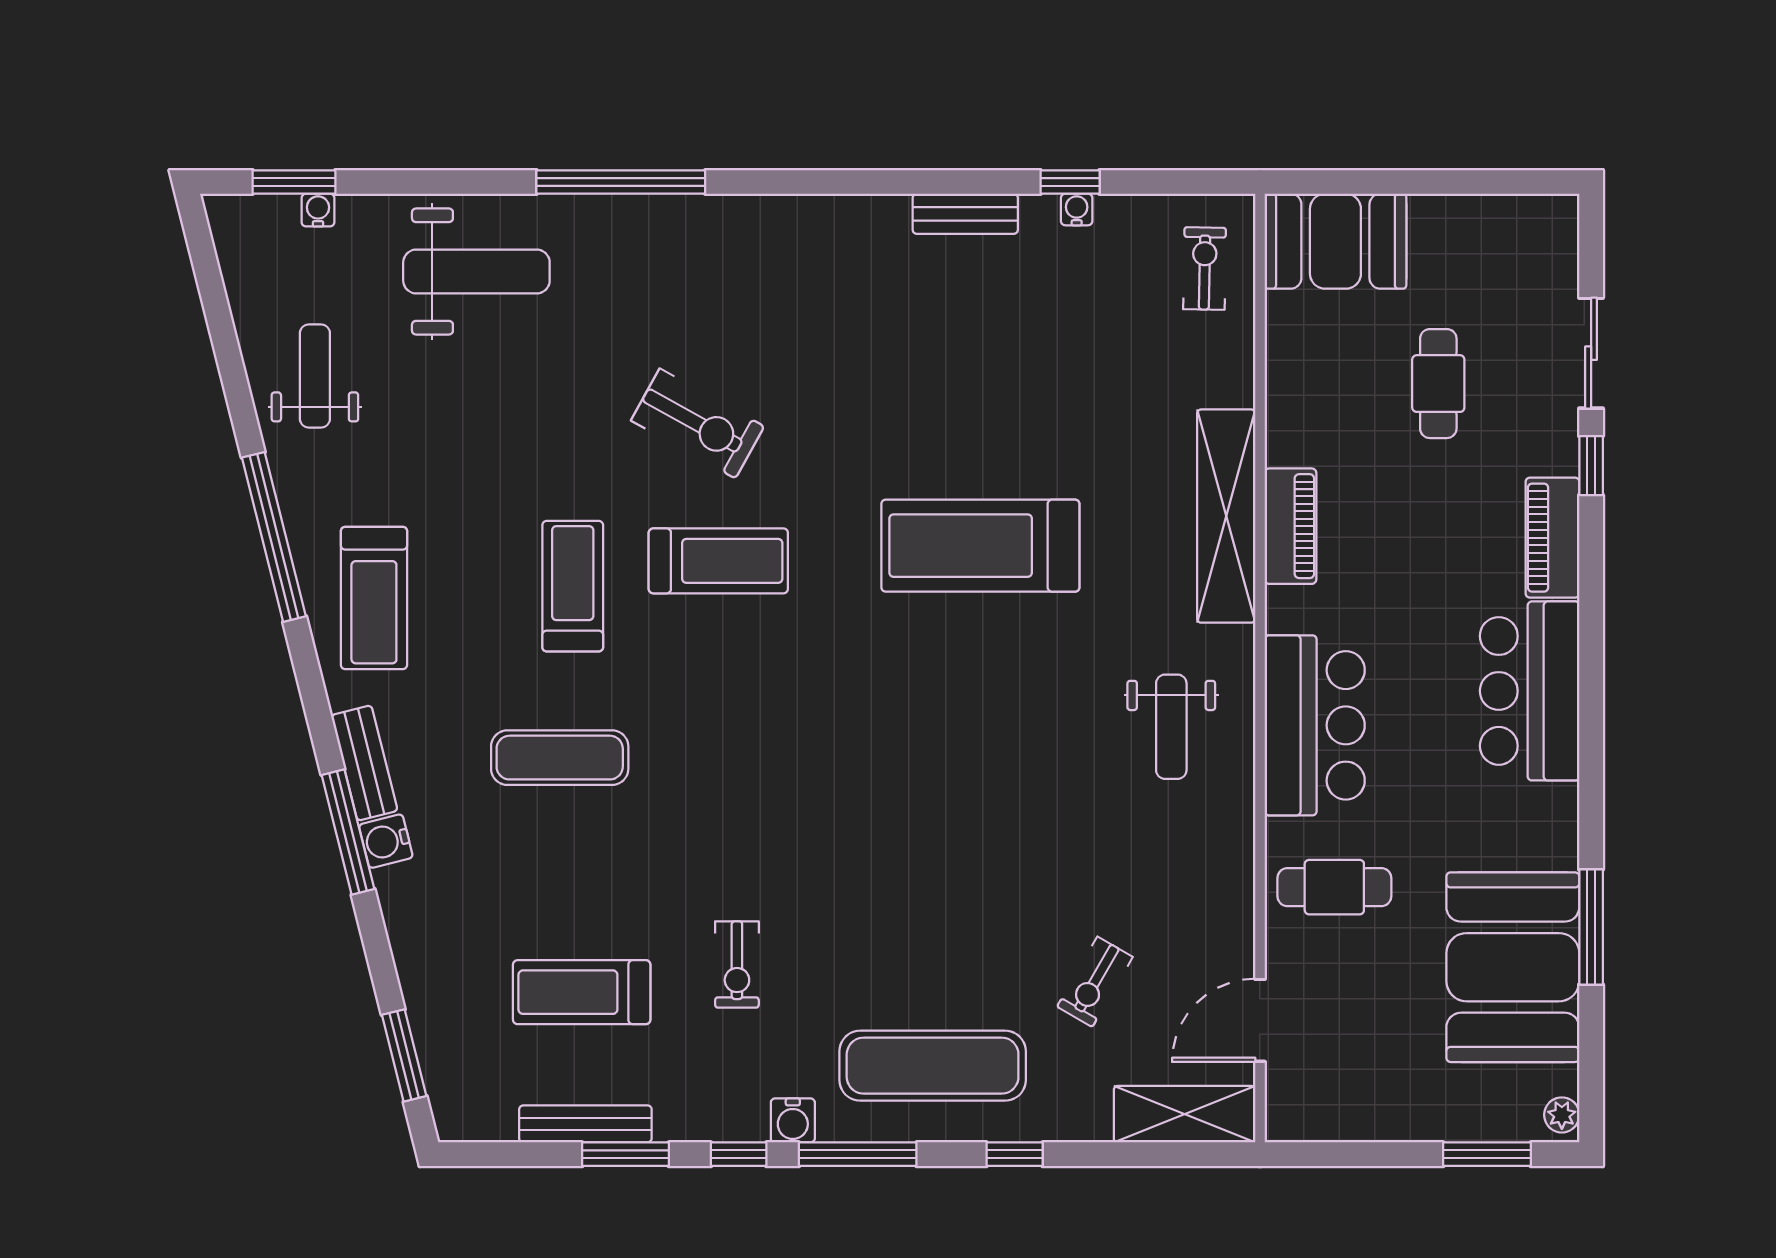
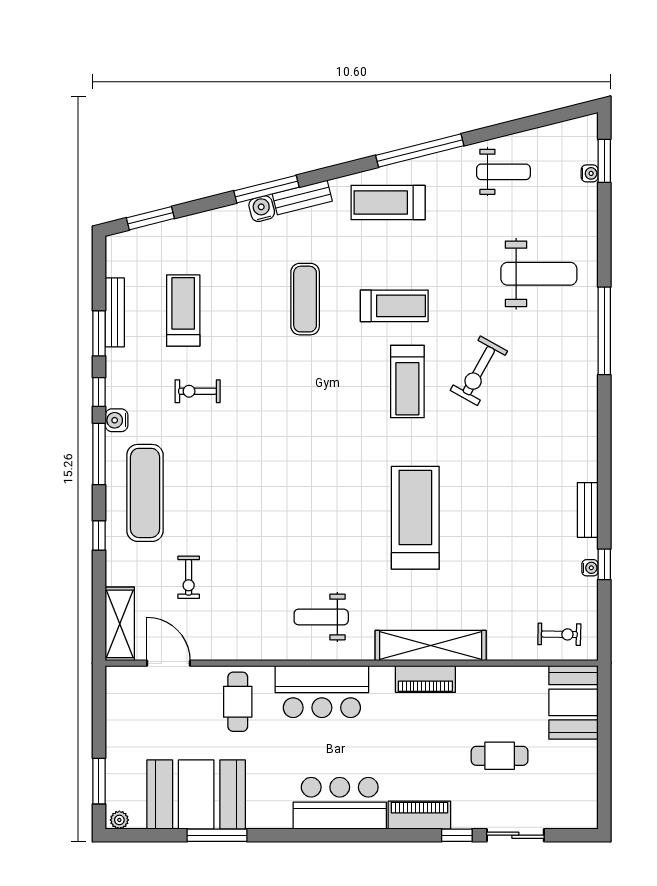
weight bench: (476, 272) -> (539, 274), moved, turned -90
exercise bike: (1095, 982) -> (189, 577), turned -120

